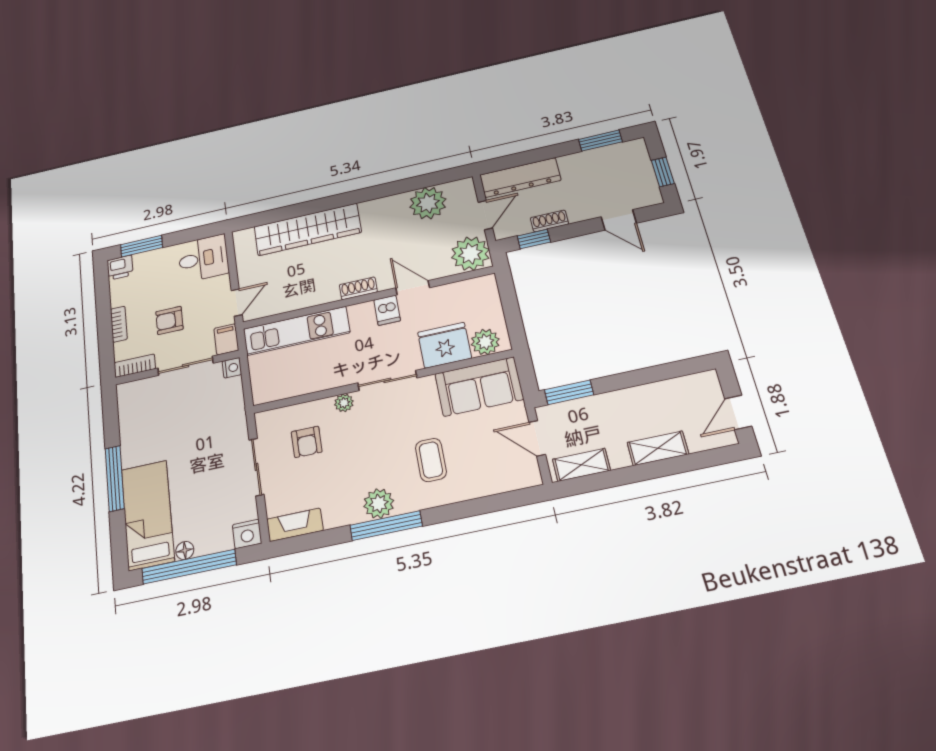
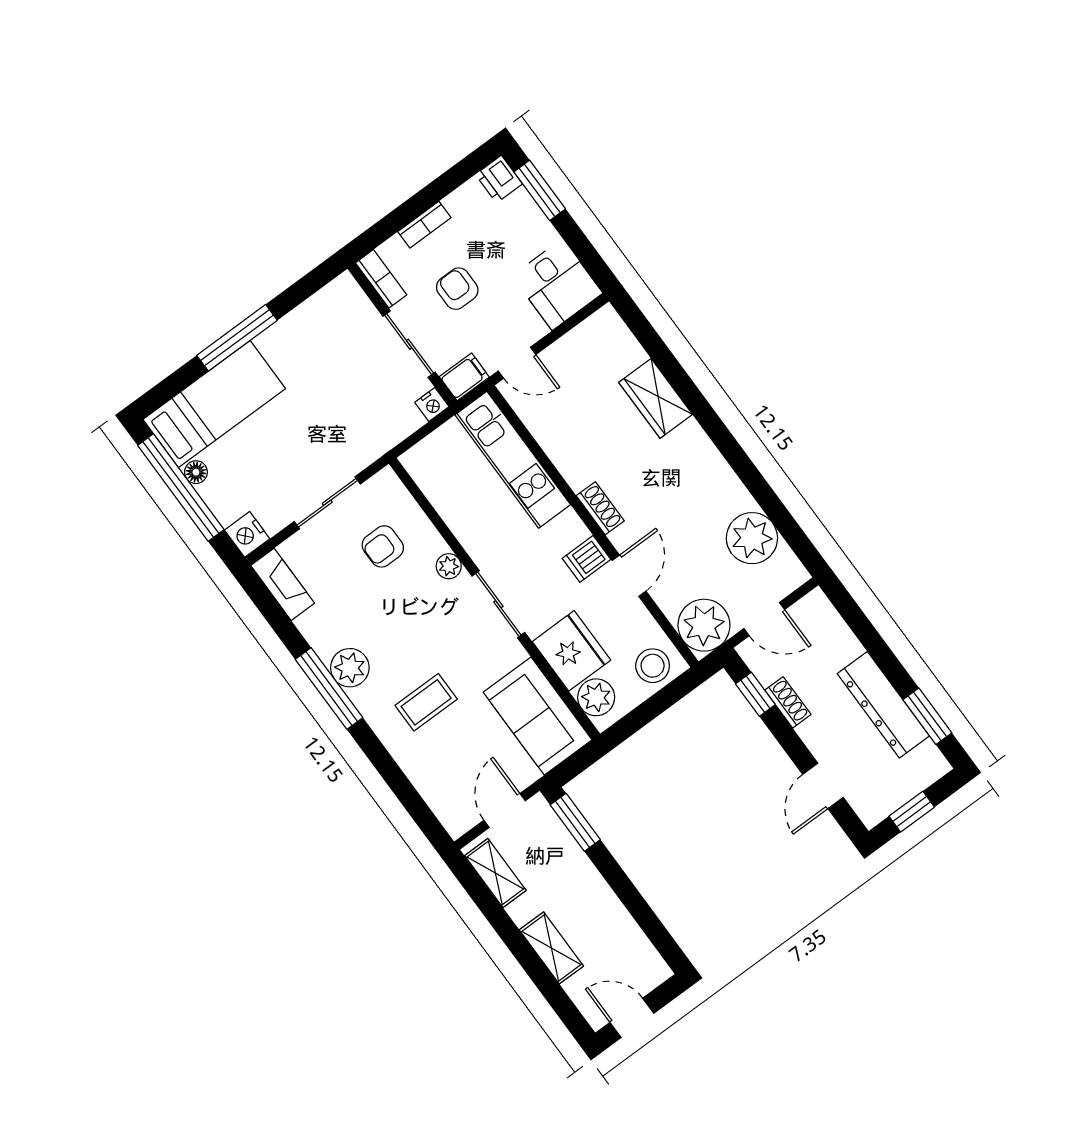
dresser: (520, 178) -> (883, 705), moved
wardrobe: (308, 229) -> (656, 398), width x0.48, depth x0.85
stool: (482, 296) -> (653, 666), added

